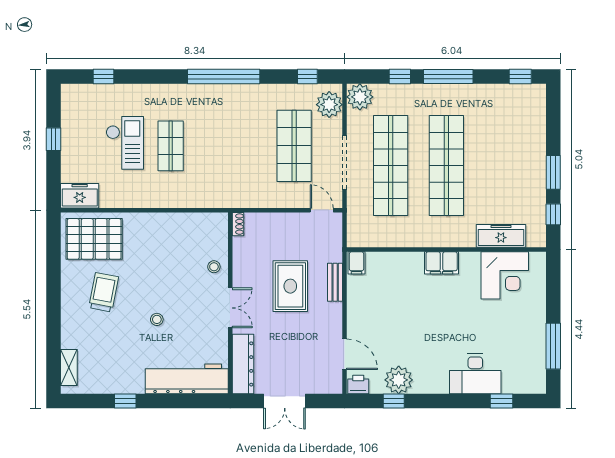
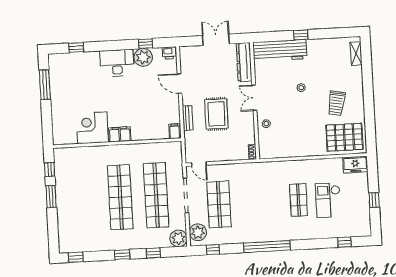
window: (448, 77) -> (122, 255), width x0.46
freezer: (501, 236) -> (82, 154), removed
corner desk: (505, 275) -> (92, 128), moved
door: (345, 354) -> (180, 84), moved
desk: (475, 374) -> (117, 63), moved
window: (125, 401) -> (301, 35), moved

